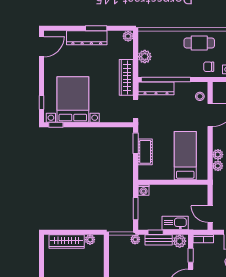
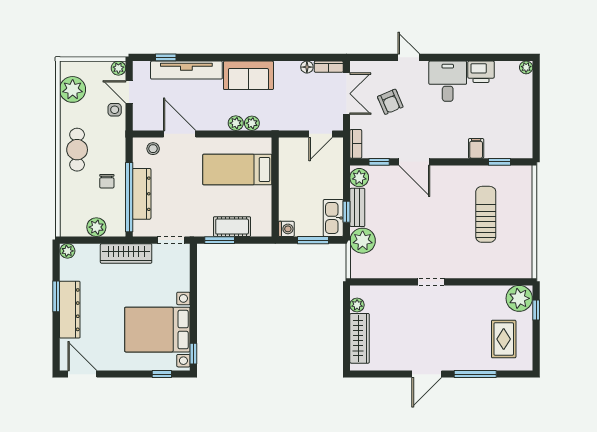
chair: (209, 67) -> (107, 181), moved
dresser: (156, 88) -> (142, 194), moved
kitchen sink: (175, 223) -> (333, 218), moved
plant: (135, 239) -> (363, 241), width x1.88, depth x1.88

